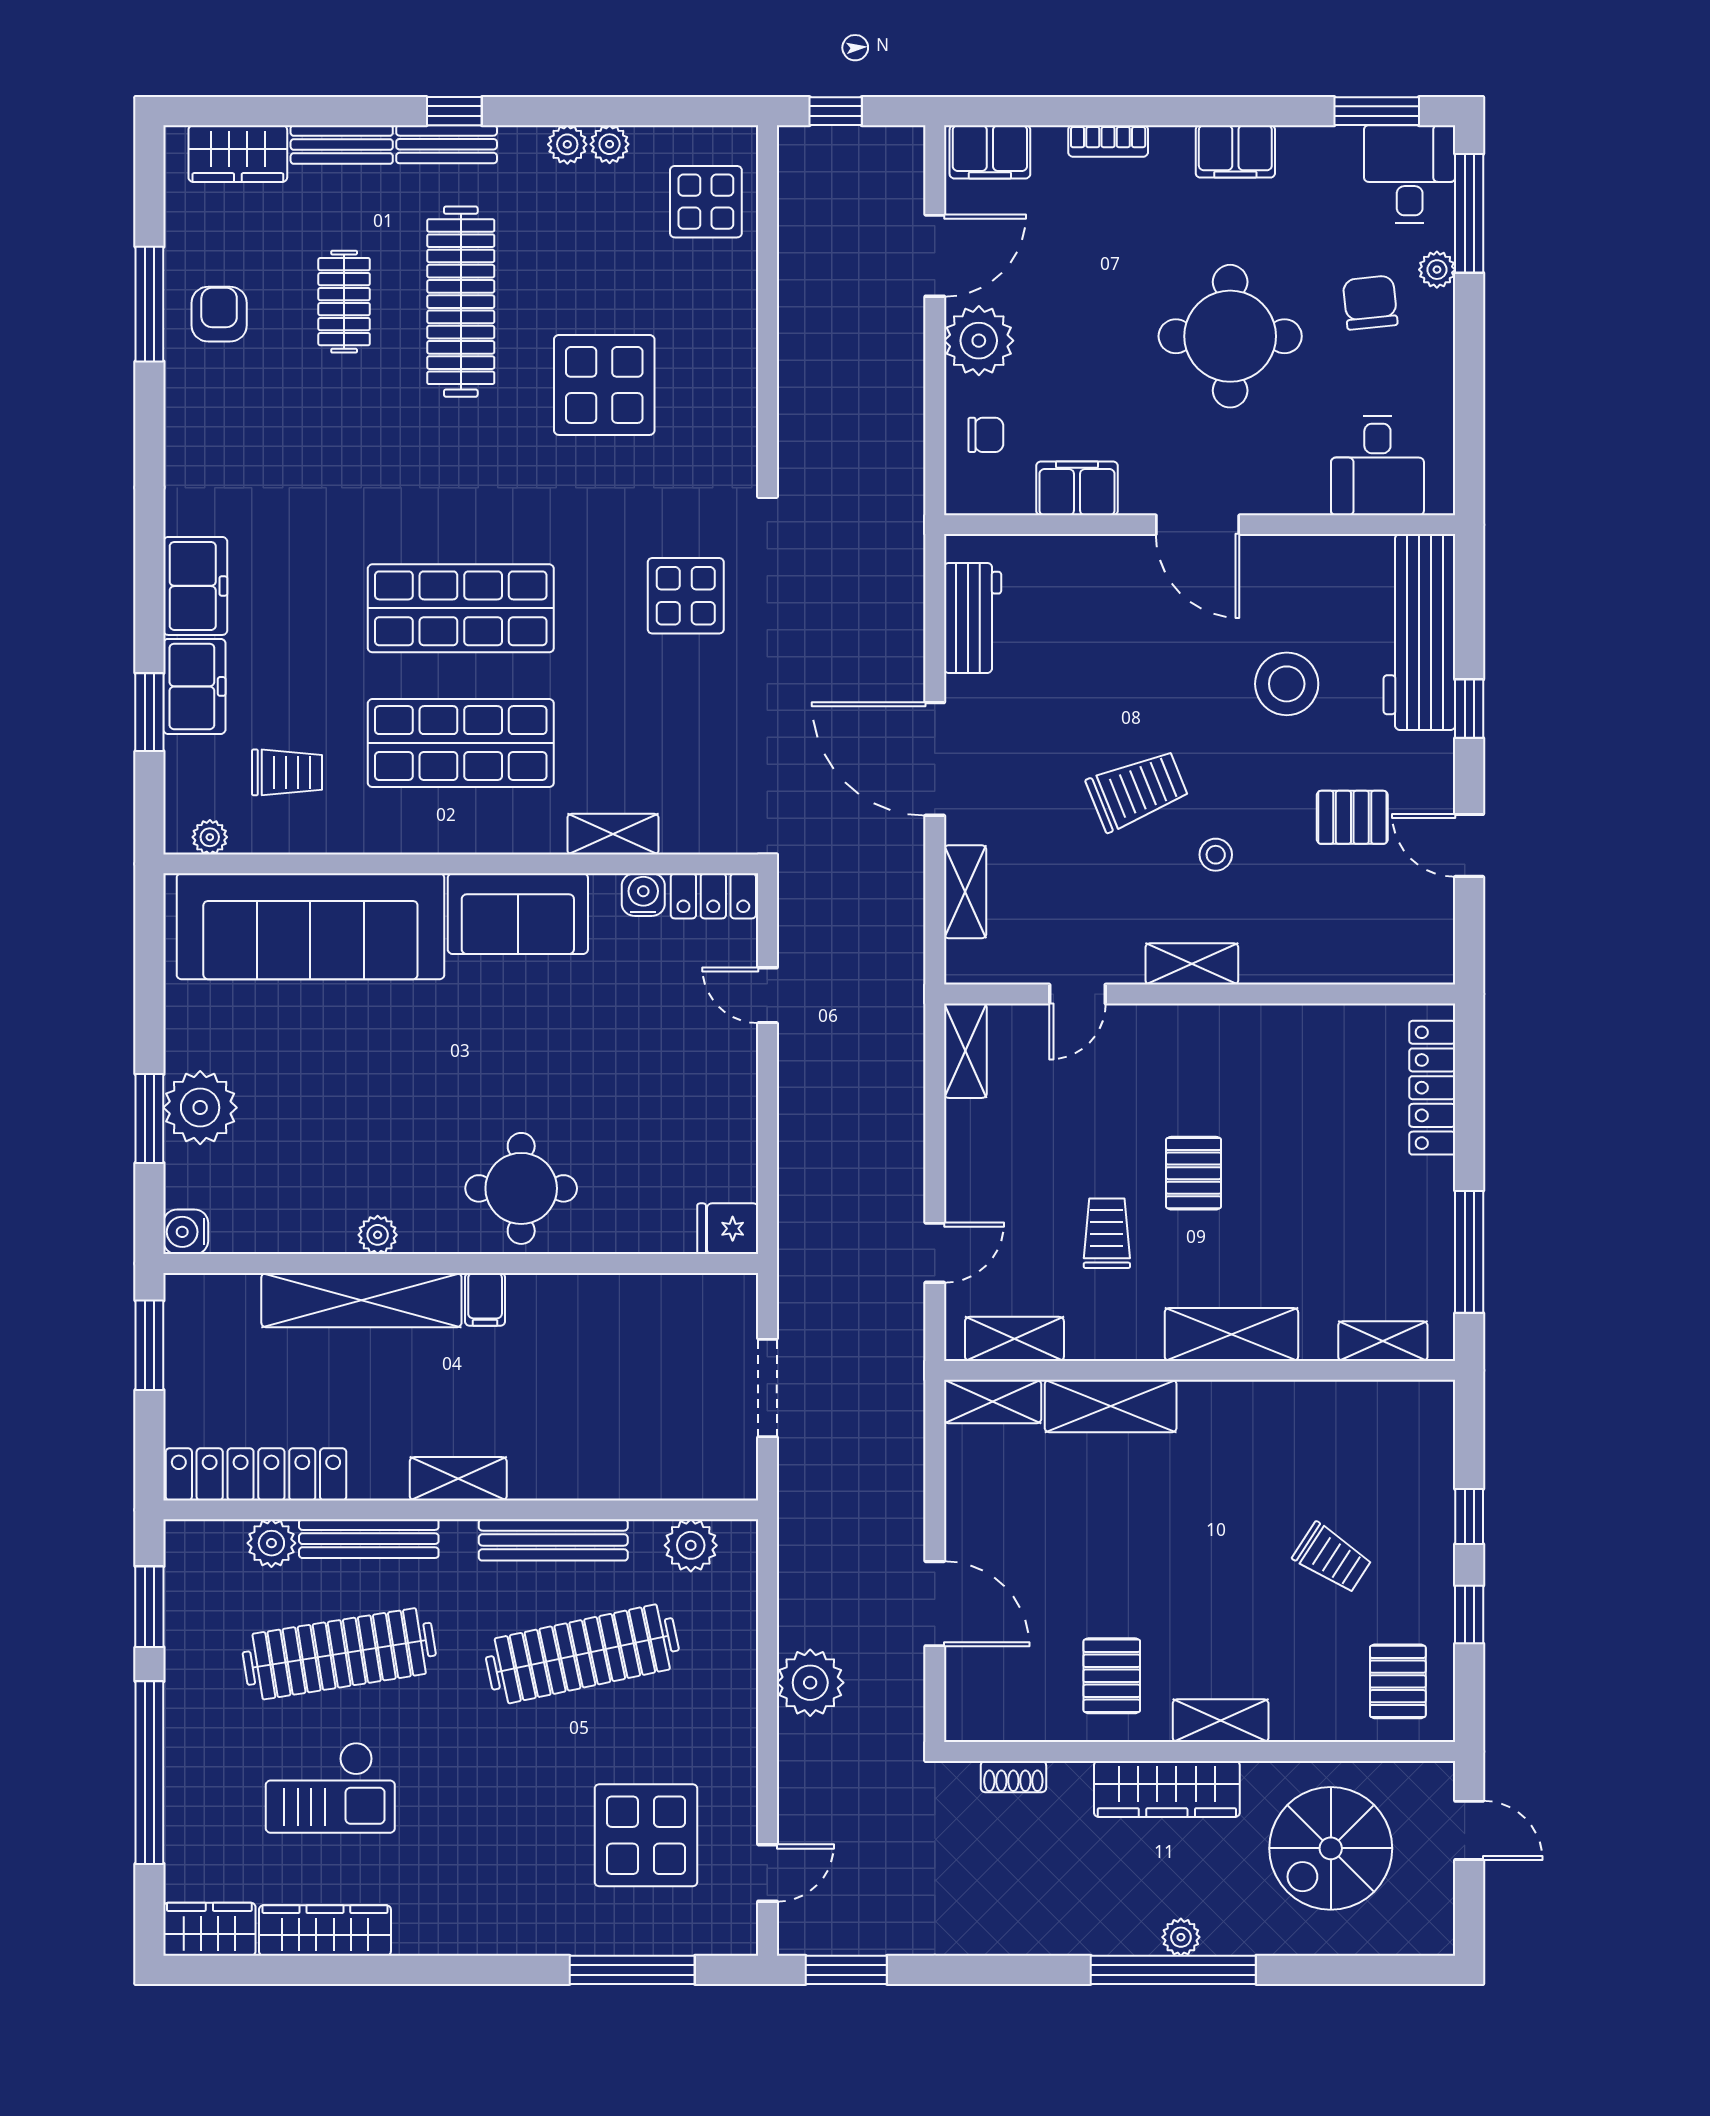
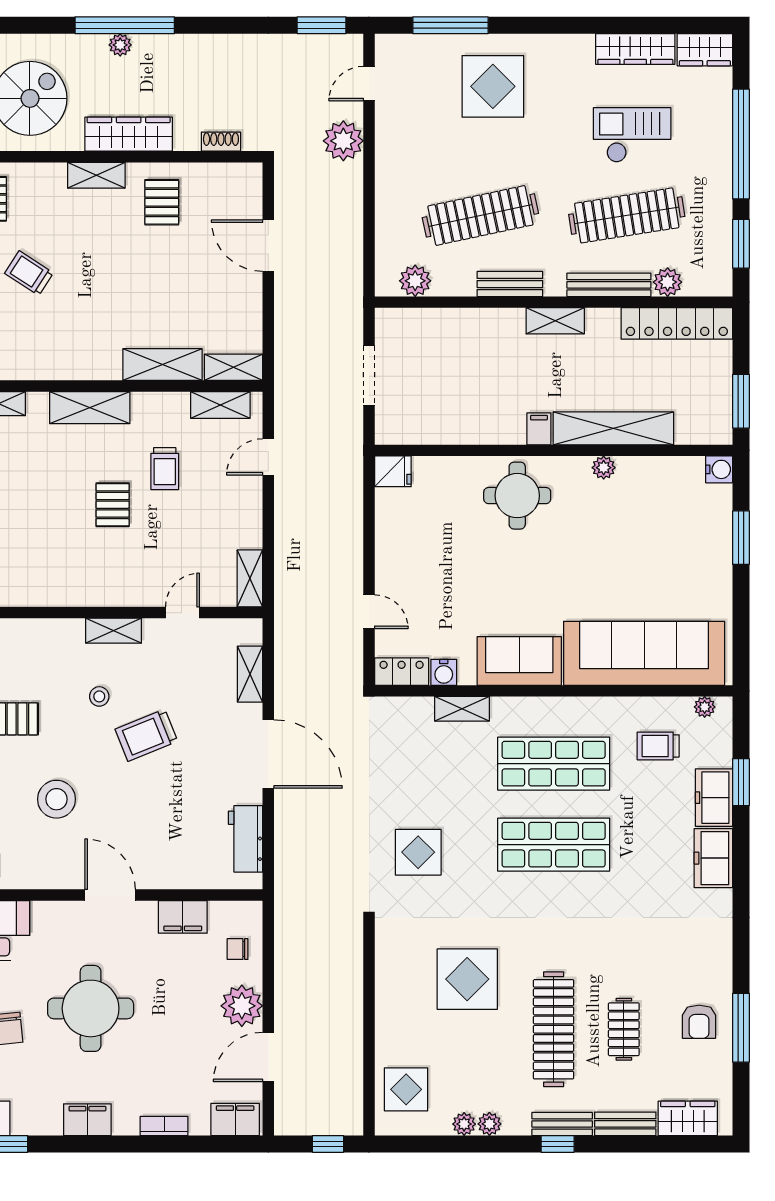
plant: (200, 1108) -> (710, 544), removed
bench: (553, 1540) -> (510, 284), width x0.73
plant: (810, 1683) -> (343, 141), moved
display table: (646, 1835) -> (493, 86), moved

